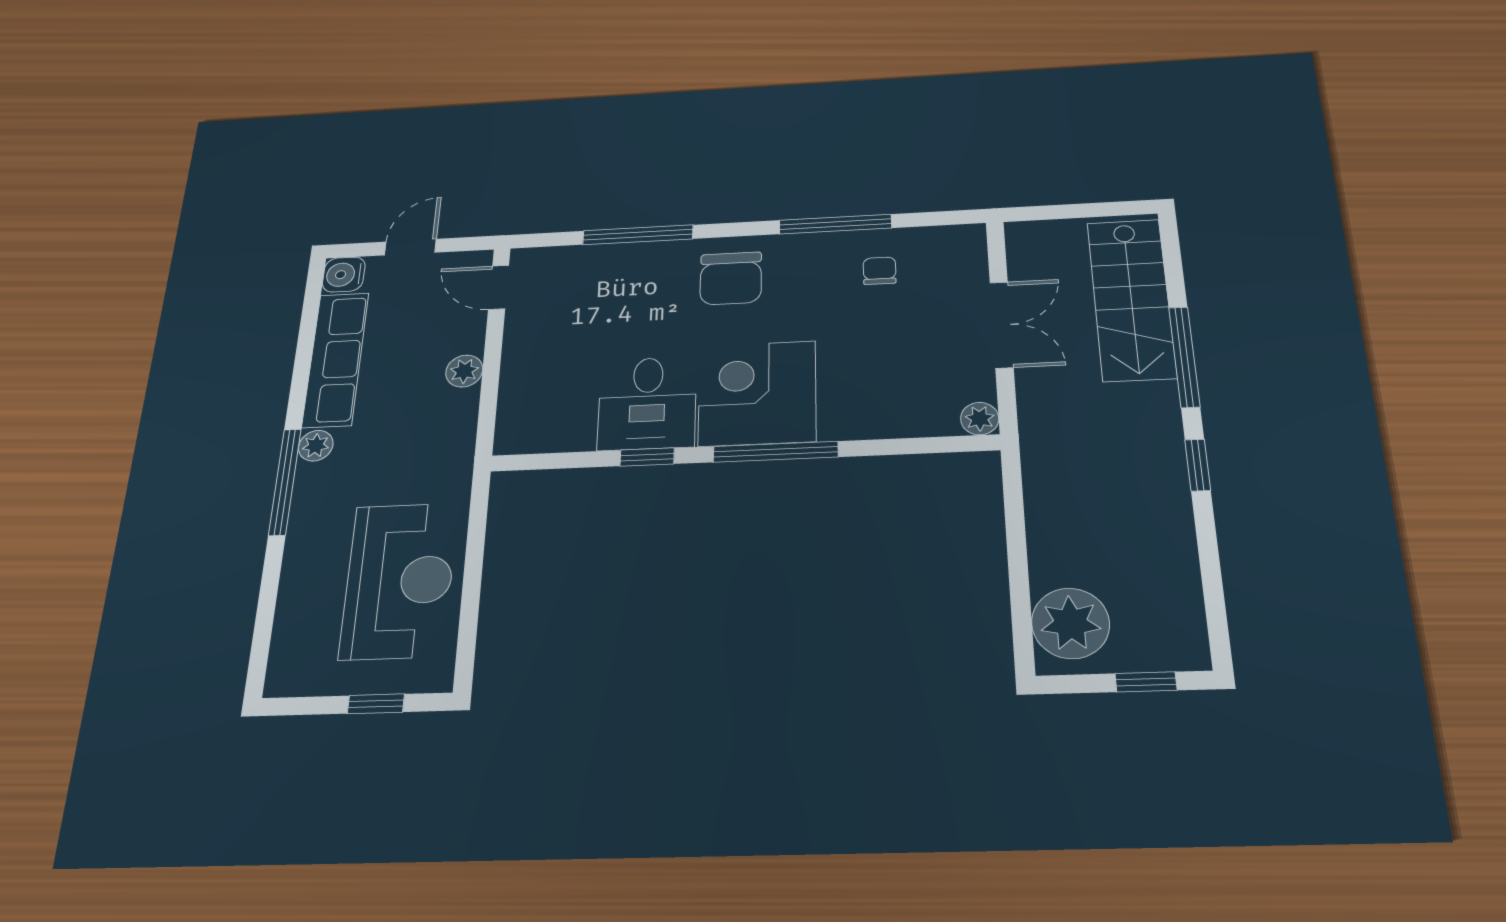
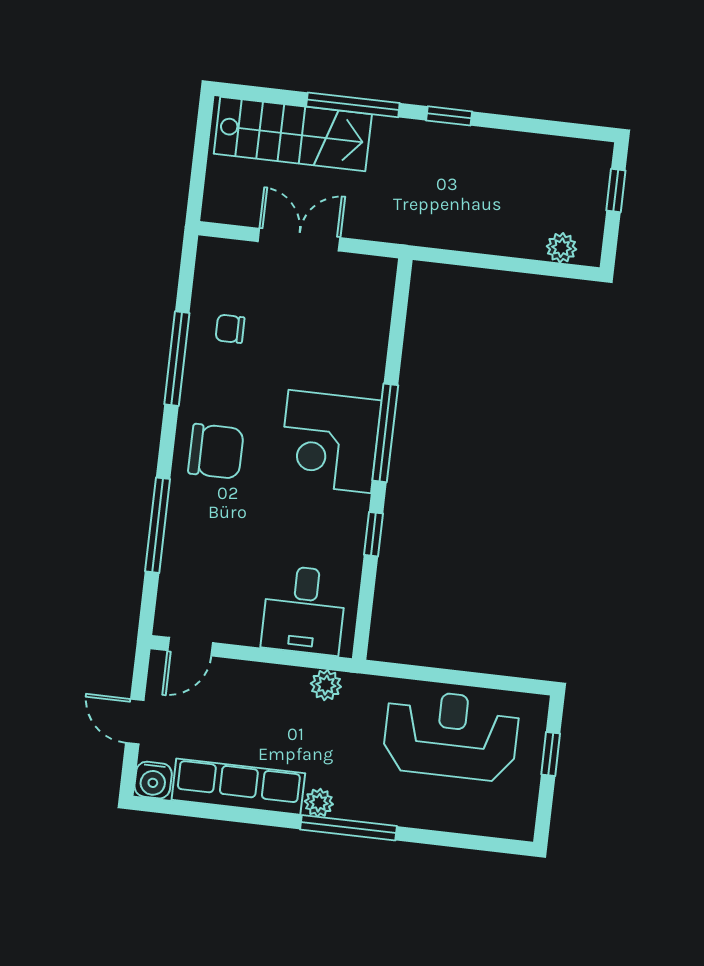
plant: (464, 371) -> (326, 685), moved
desk: (647, 403) -> (304, 610), moved, turned 90
plant: (980, 419) -> (382, 271), removed
plant: (1071, 623) -> (561, 248), width x0.53, depth x0.53

